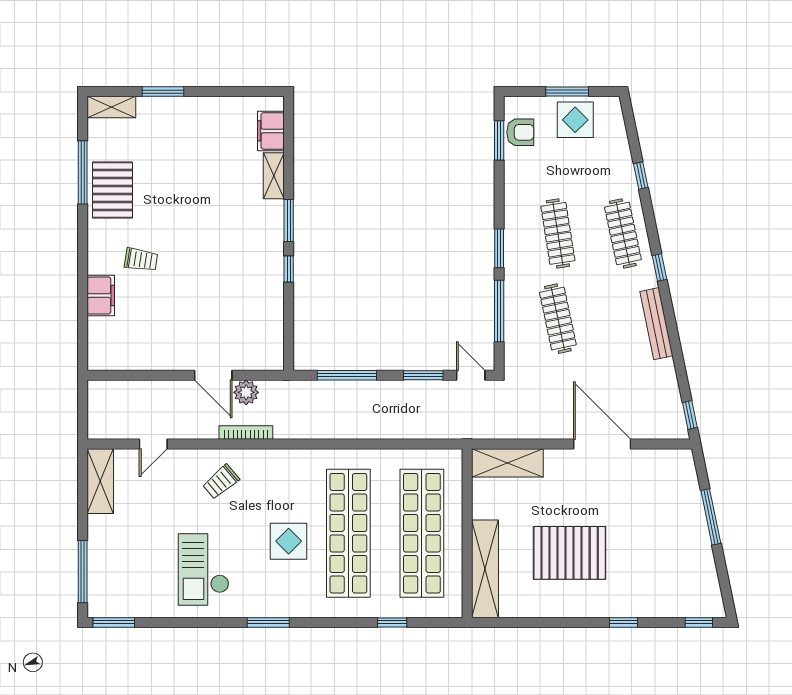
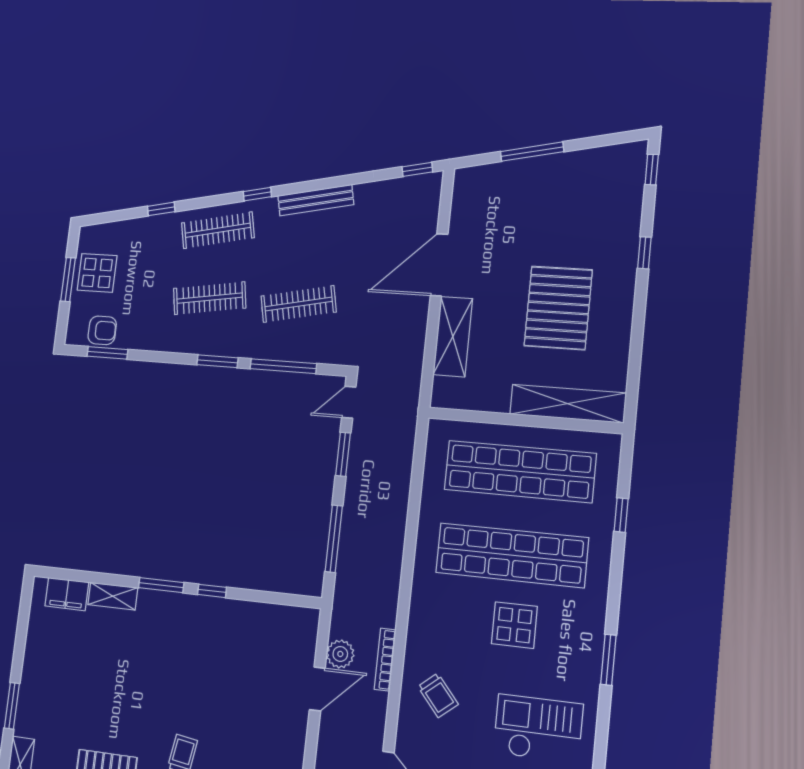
armchair: (520, 132) -> (102, 330), turned 90
shelving: (507, 463) -> (453, 337), moved
checkout: (204, 569) -> (538, 729), turned 180

